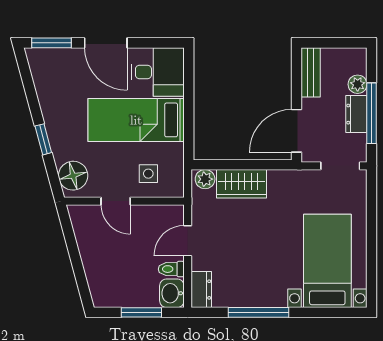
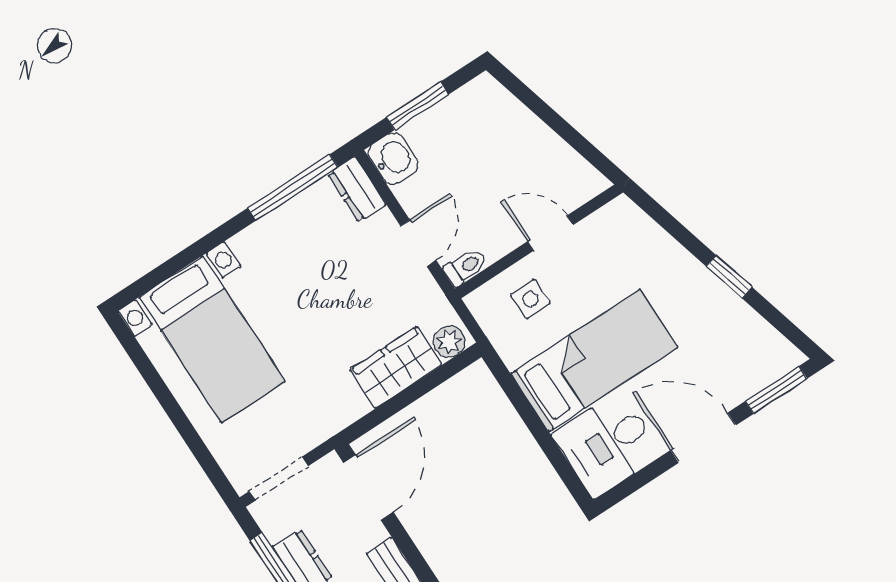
window: (43, 139) -> (729, 277), moved
floor lamp: (73, 176) -> (630, 230), removed
toilet: (171, 269) -> (465, 267), moved
window: (259, 312) -> (293, 187), moved

